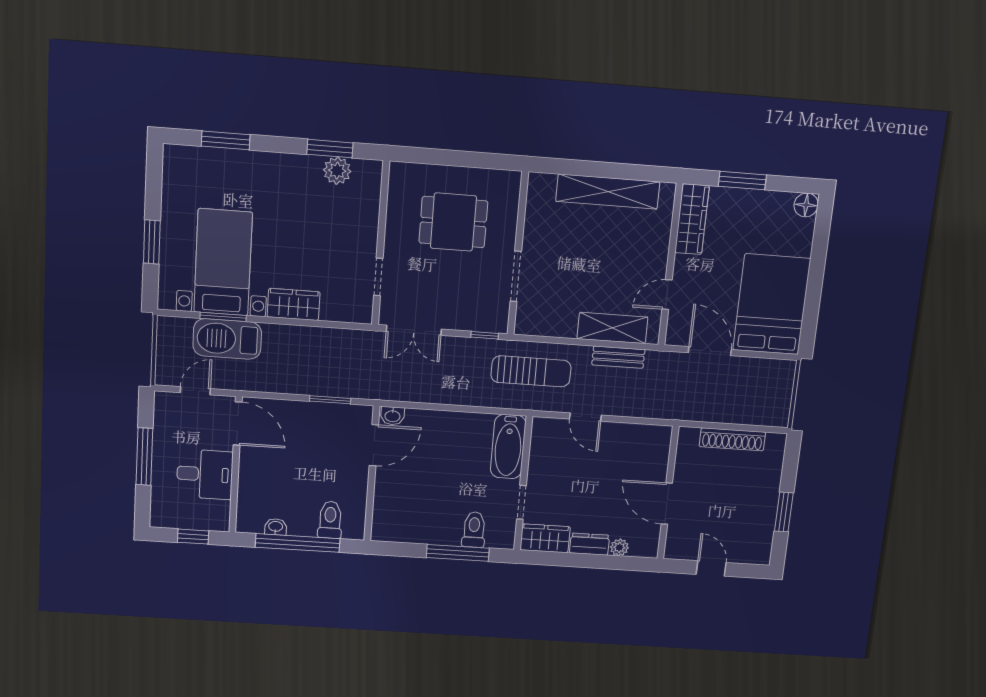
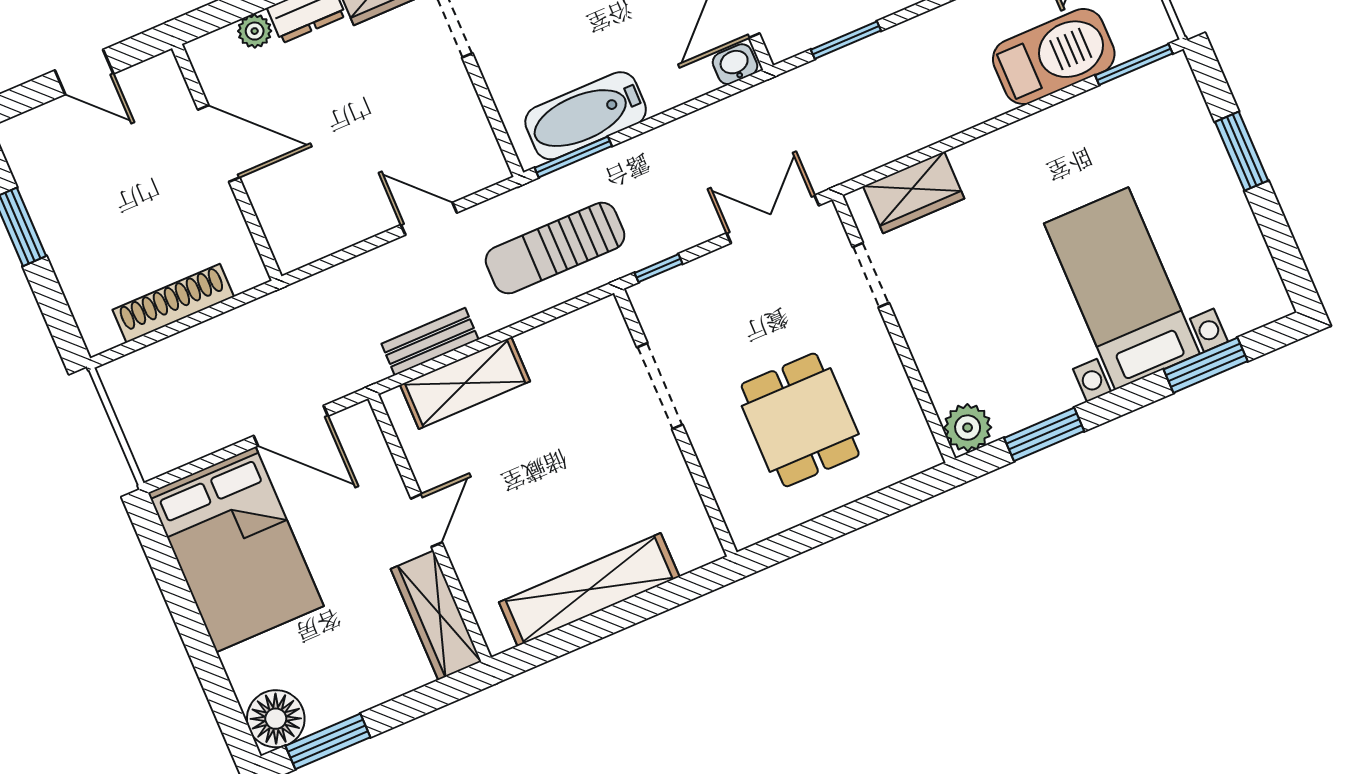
plant: (337, 171) -> (968, 428), moved
window: (742, 181) -> (328, 741), moved
floor lamp: (806, 205) -> (276, 719), width x1.38, depth x1.38
dining table: (453, 222) -> (800, 420), turned 90
bed with nightstands: (223, 262) -> (1122, 289), moved, turned 180
door: (667, 295) -> (426, 520), moved
wardrobe: (294, 304) -> (914, 192), moved
window: (223, 317) -> (1134, 64), moved
window: (498, 411) -> (573, 157), added
bathtub: (508, 447) -> (586, 116), moved, turned -90

